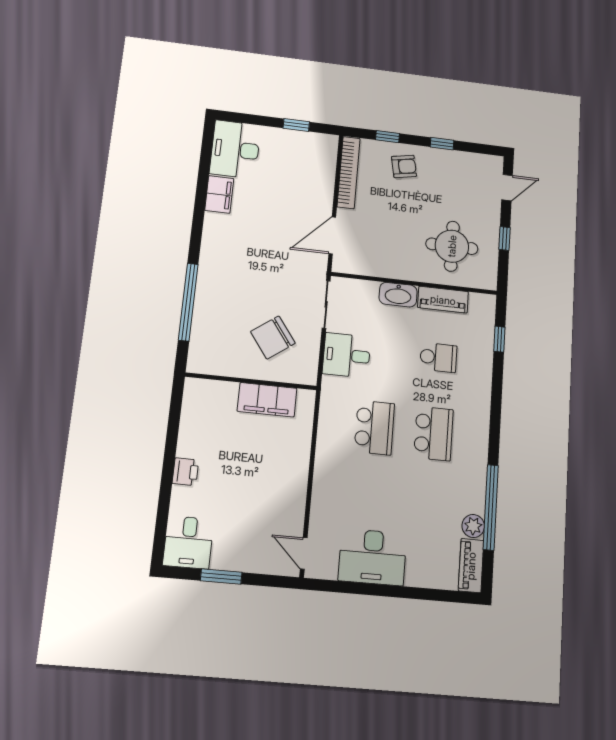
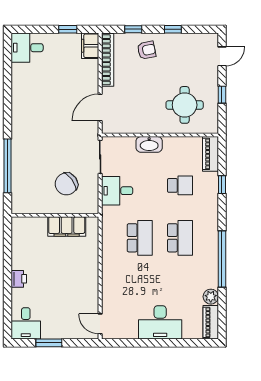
desk: (235, 149) -> (27, 48), width x0.73
filing cabinet: (219, 194) -> (90, 46), moved, turned 180
piano: (443, 300) -> (211, 154), moved, turned 90
window: (499, 339) -> (222, 185), moved
window: (491, 507) -> (222, 259), moved
desk: (373, 557) -> (160, 322), moved

